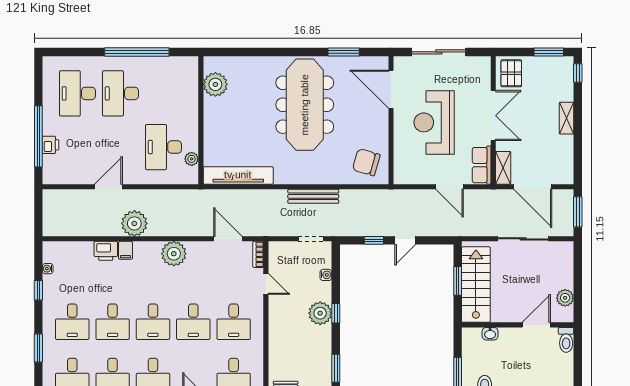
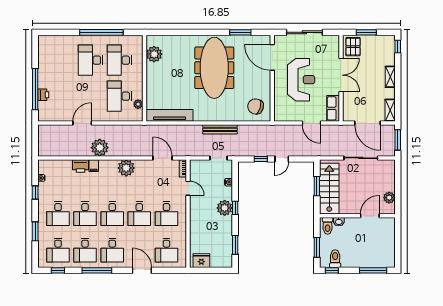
window: (549, 52) -> (366, 32), moved
desk: (77, 93) -> (119, 60), moved
reception desk: (434, 122) -> (301, 80), turned 180
shelving: (503, 168) -> (390, 110), moved
toilet: (566, 340) -> (328, 226), moved

